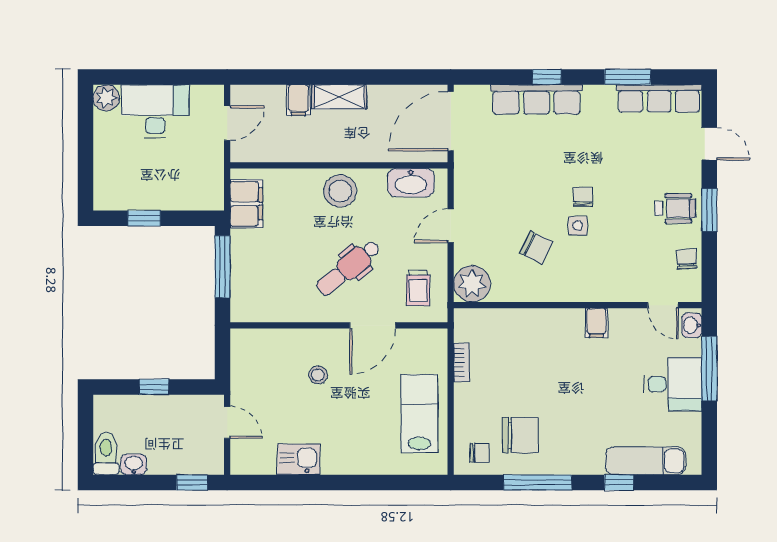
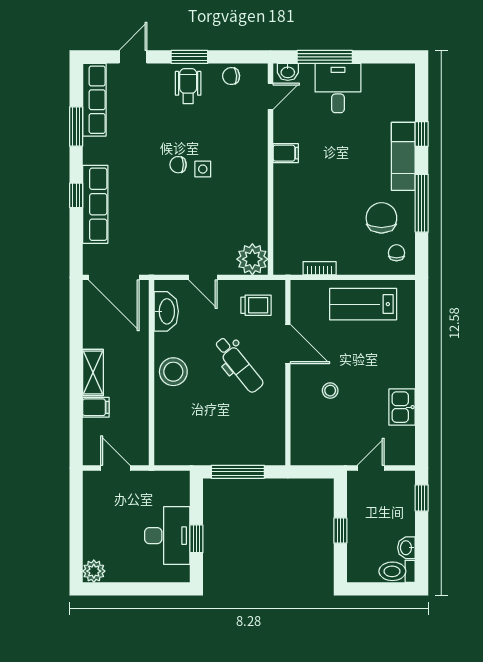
desk: (155, 111) -> (167, 536), moved, turned 180
filing cabinet: (246, 204) -> (184, 452), removed
chair: (536, 248) -> (222, 204), removed
exam couch: (645, 461) -> (403, 156), moved

